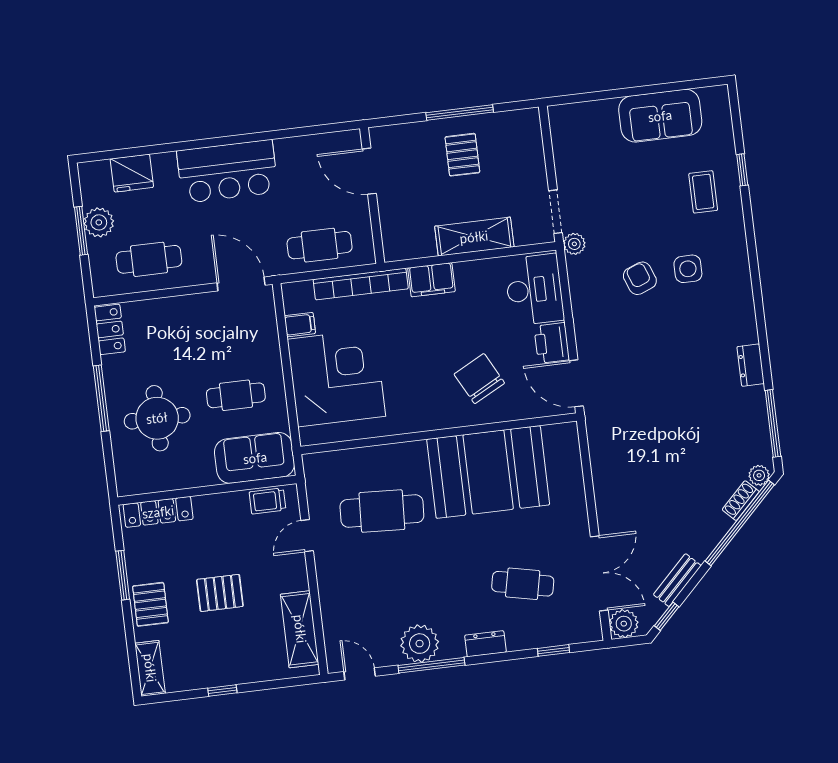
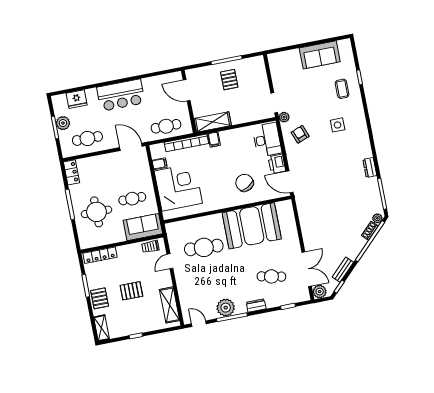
shelving: (474, 237) -> (213, 122), moved
armchair: (640, 278) -> (300, 134), moved
filing cabinet: (431, 280) -> (214, 140), width x0.50

